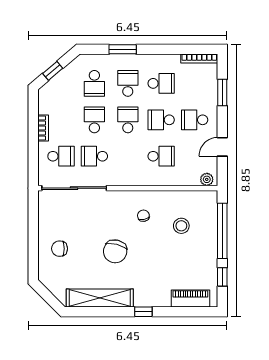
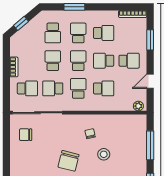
school desk: (195, 120) -> (129, 61), turned 180
school desk: (128, 156) -> (78, 88), added
stool: (181, 226) -> (104, 154), moved
window: (222, 231) -> (150, 145), width x0.68
chair: (59, 249) -> (26, 135), moved

